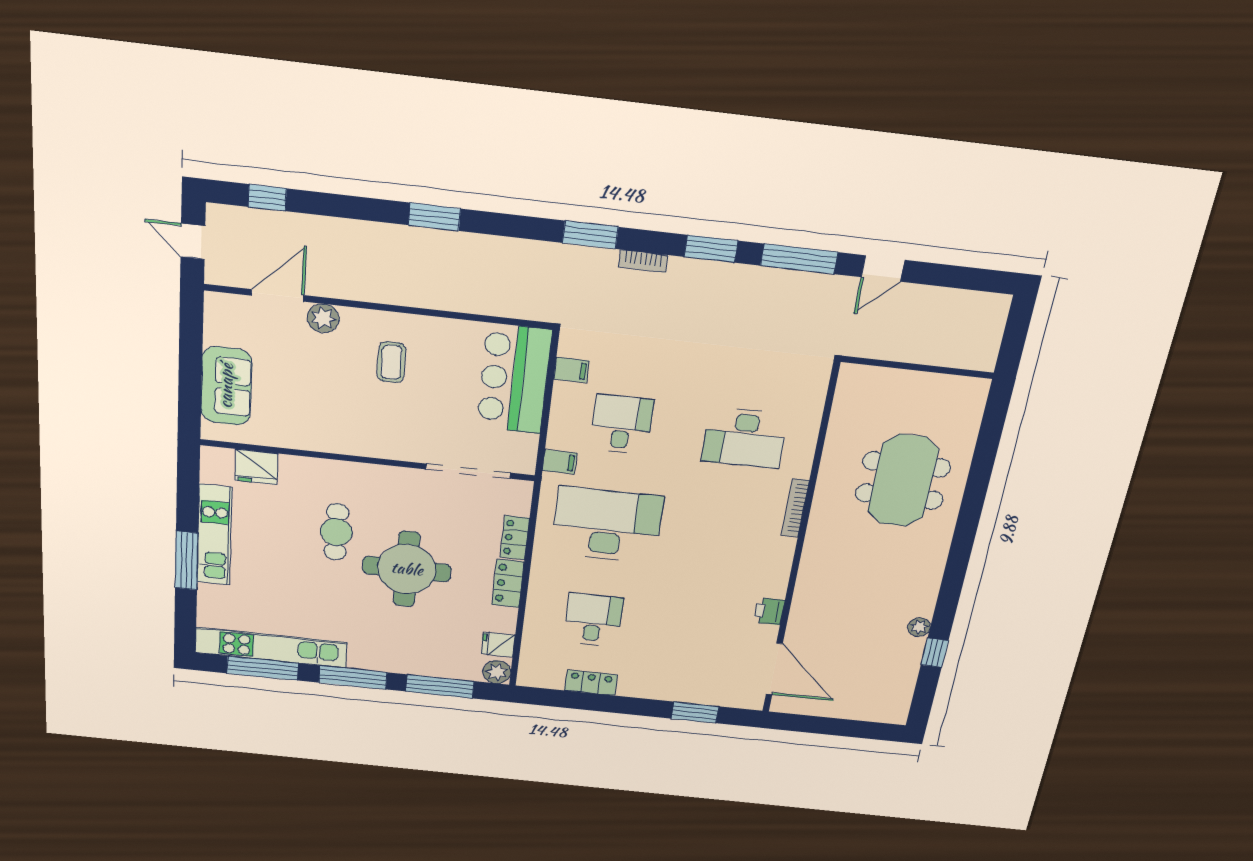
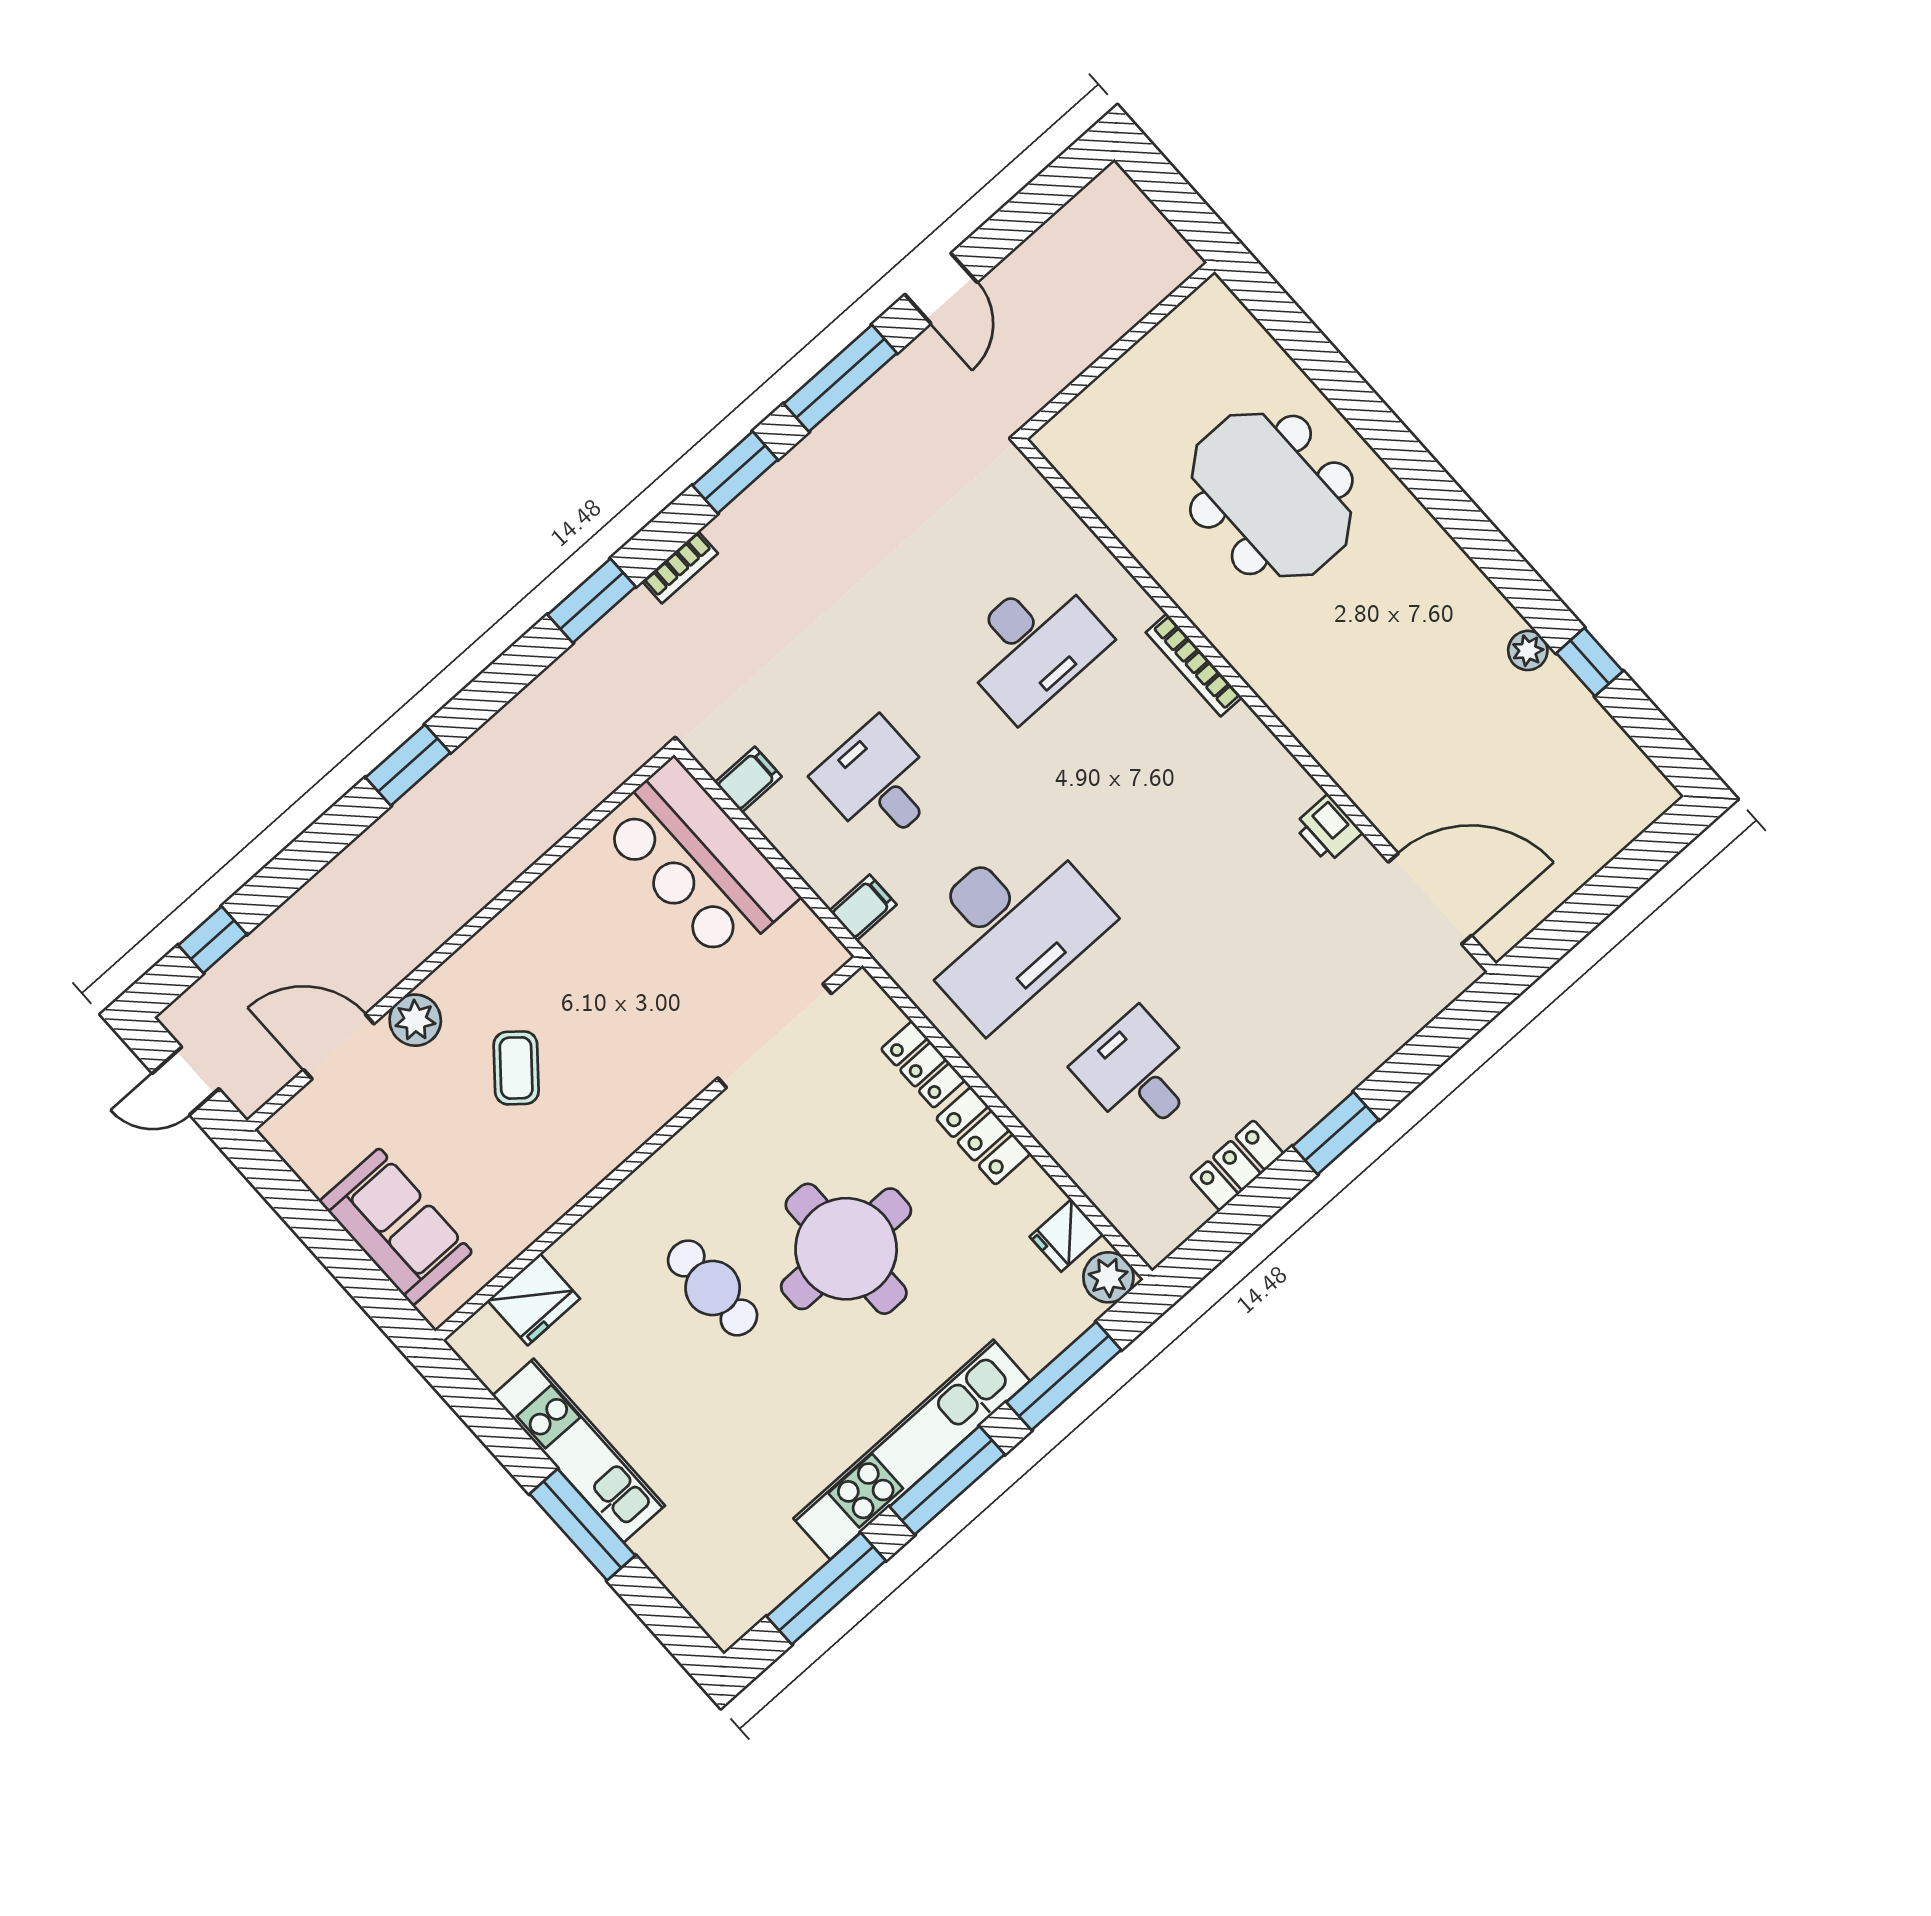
door: (278, 295) -> (339, 1047), hinge flipped
coffee table: (391, 362) -> (516, 1068), moved, turned 40
desk: (607, 525) -> (1008, 928), turned 180
kitchen unit: (271, 648) -> (912, 1450), moved
window: (695, 712) -> (1336, 1133), moved

